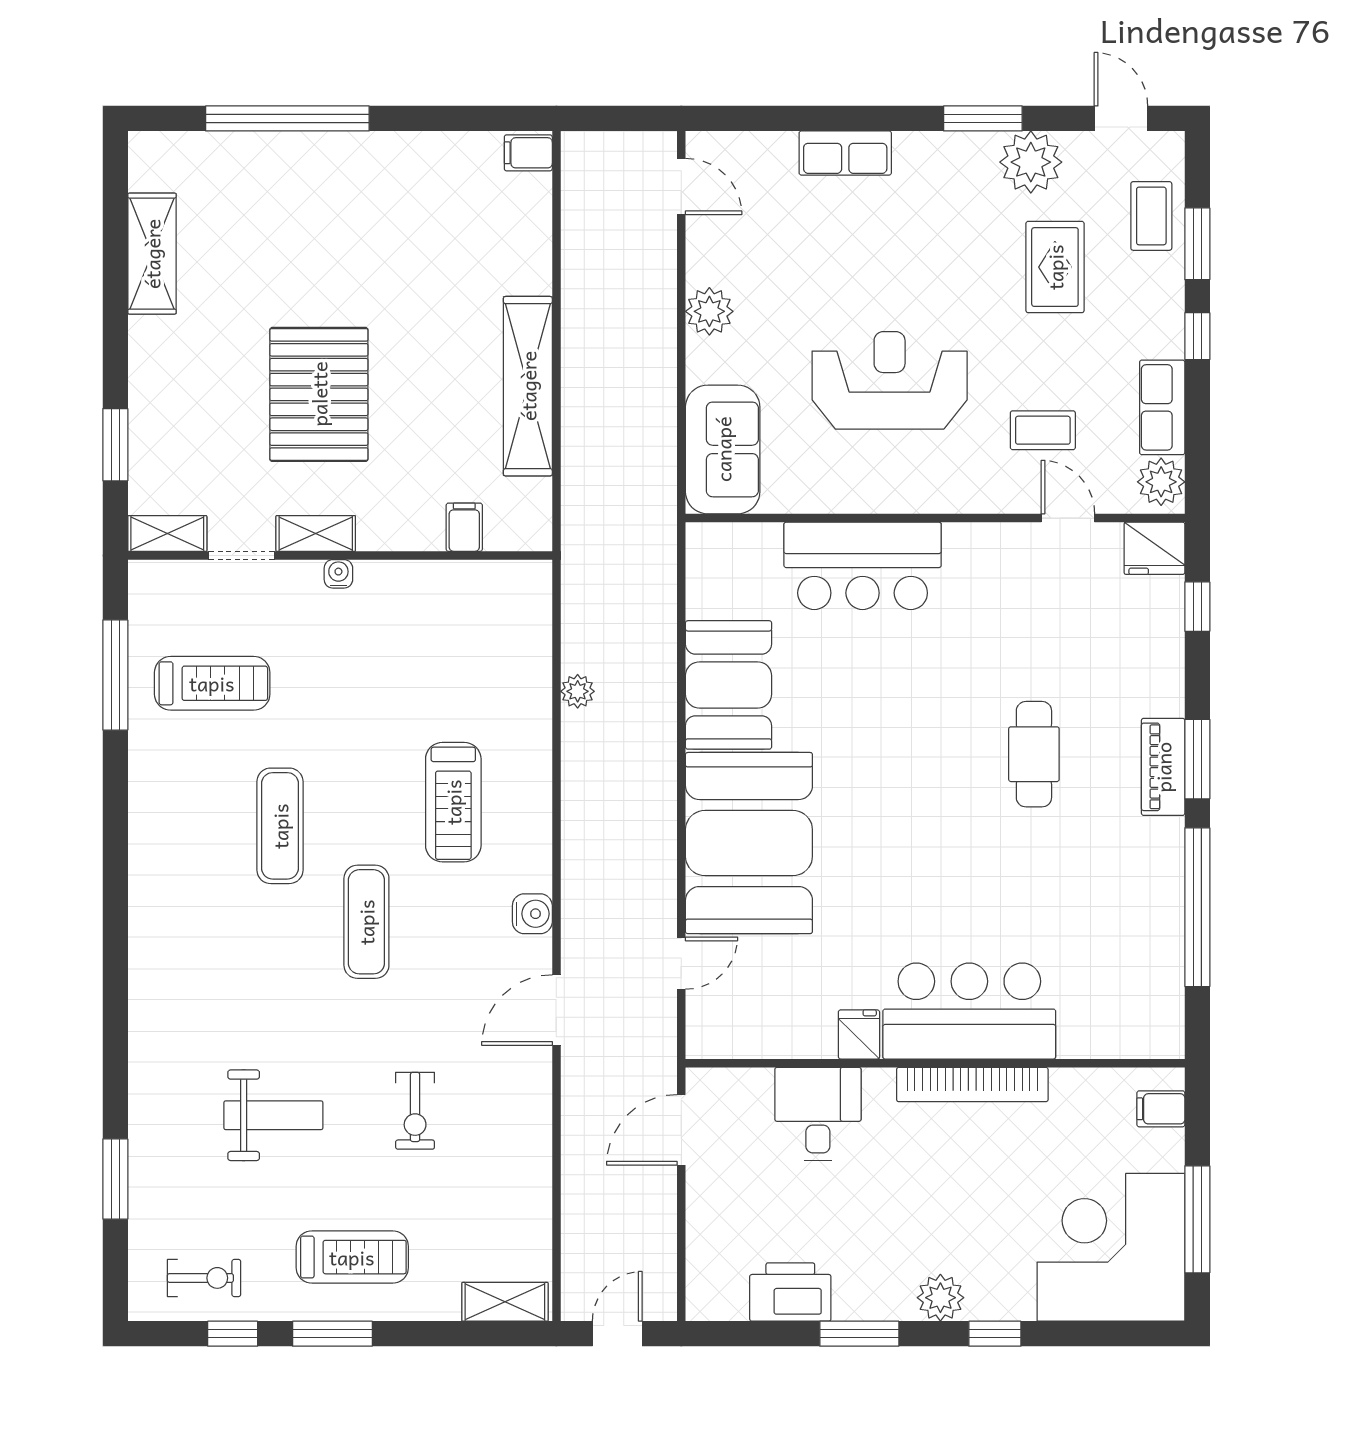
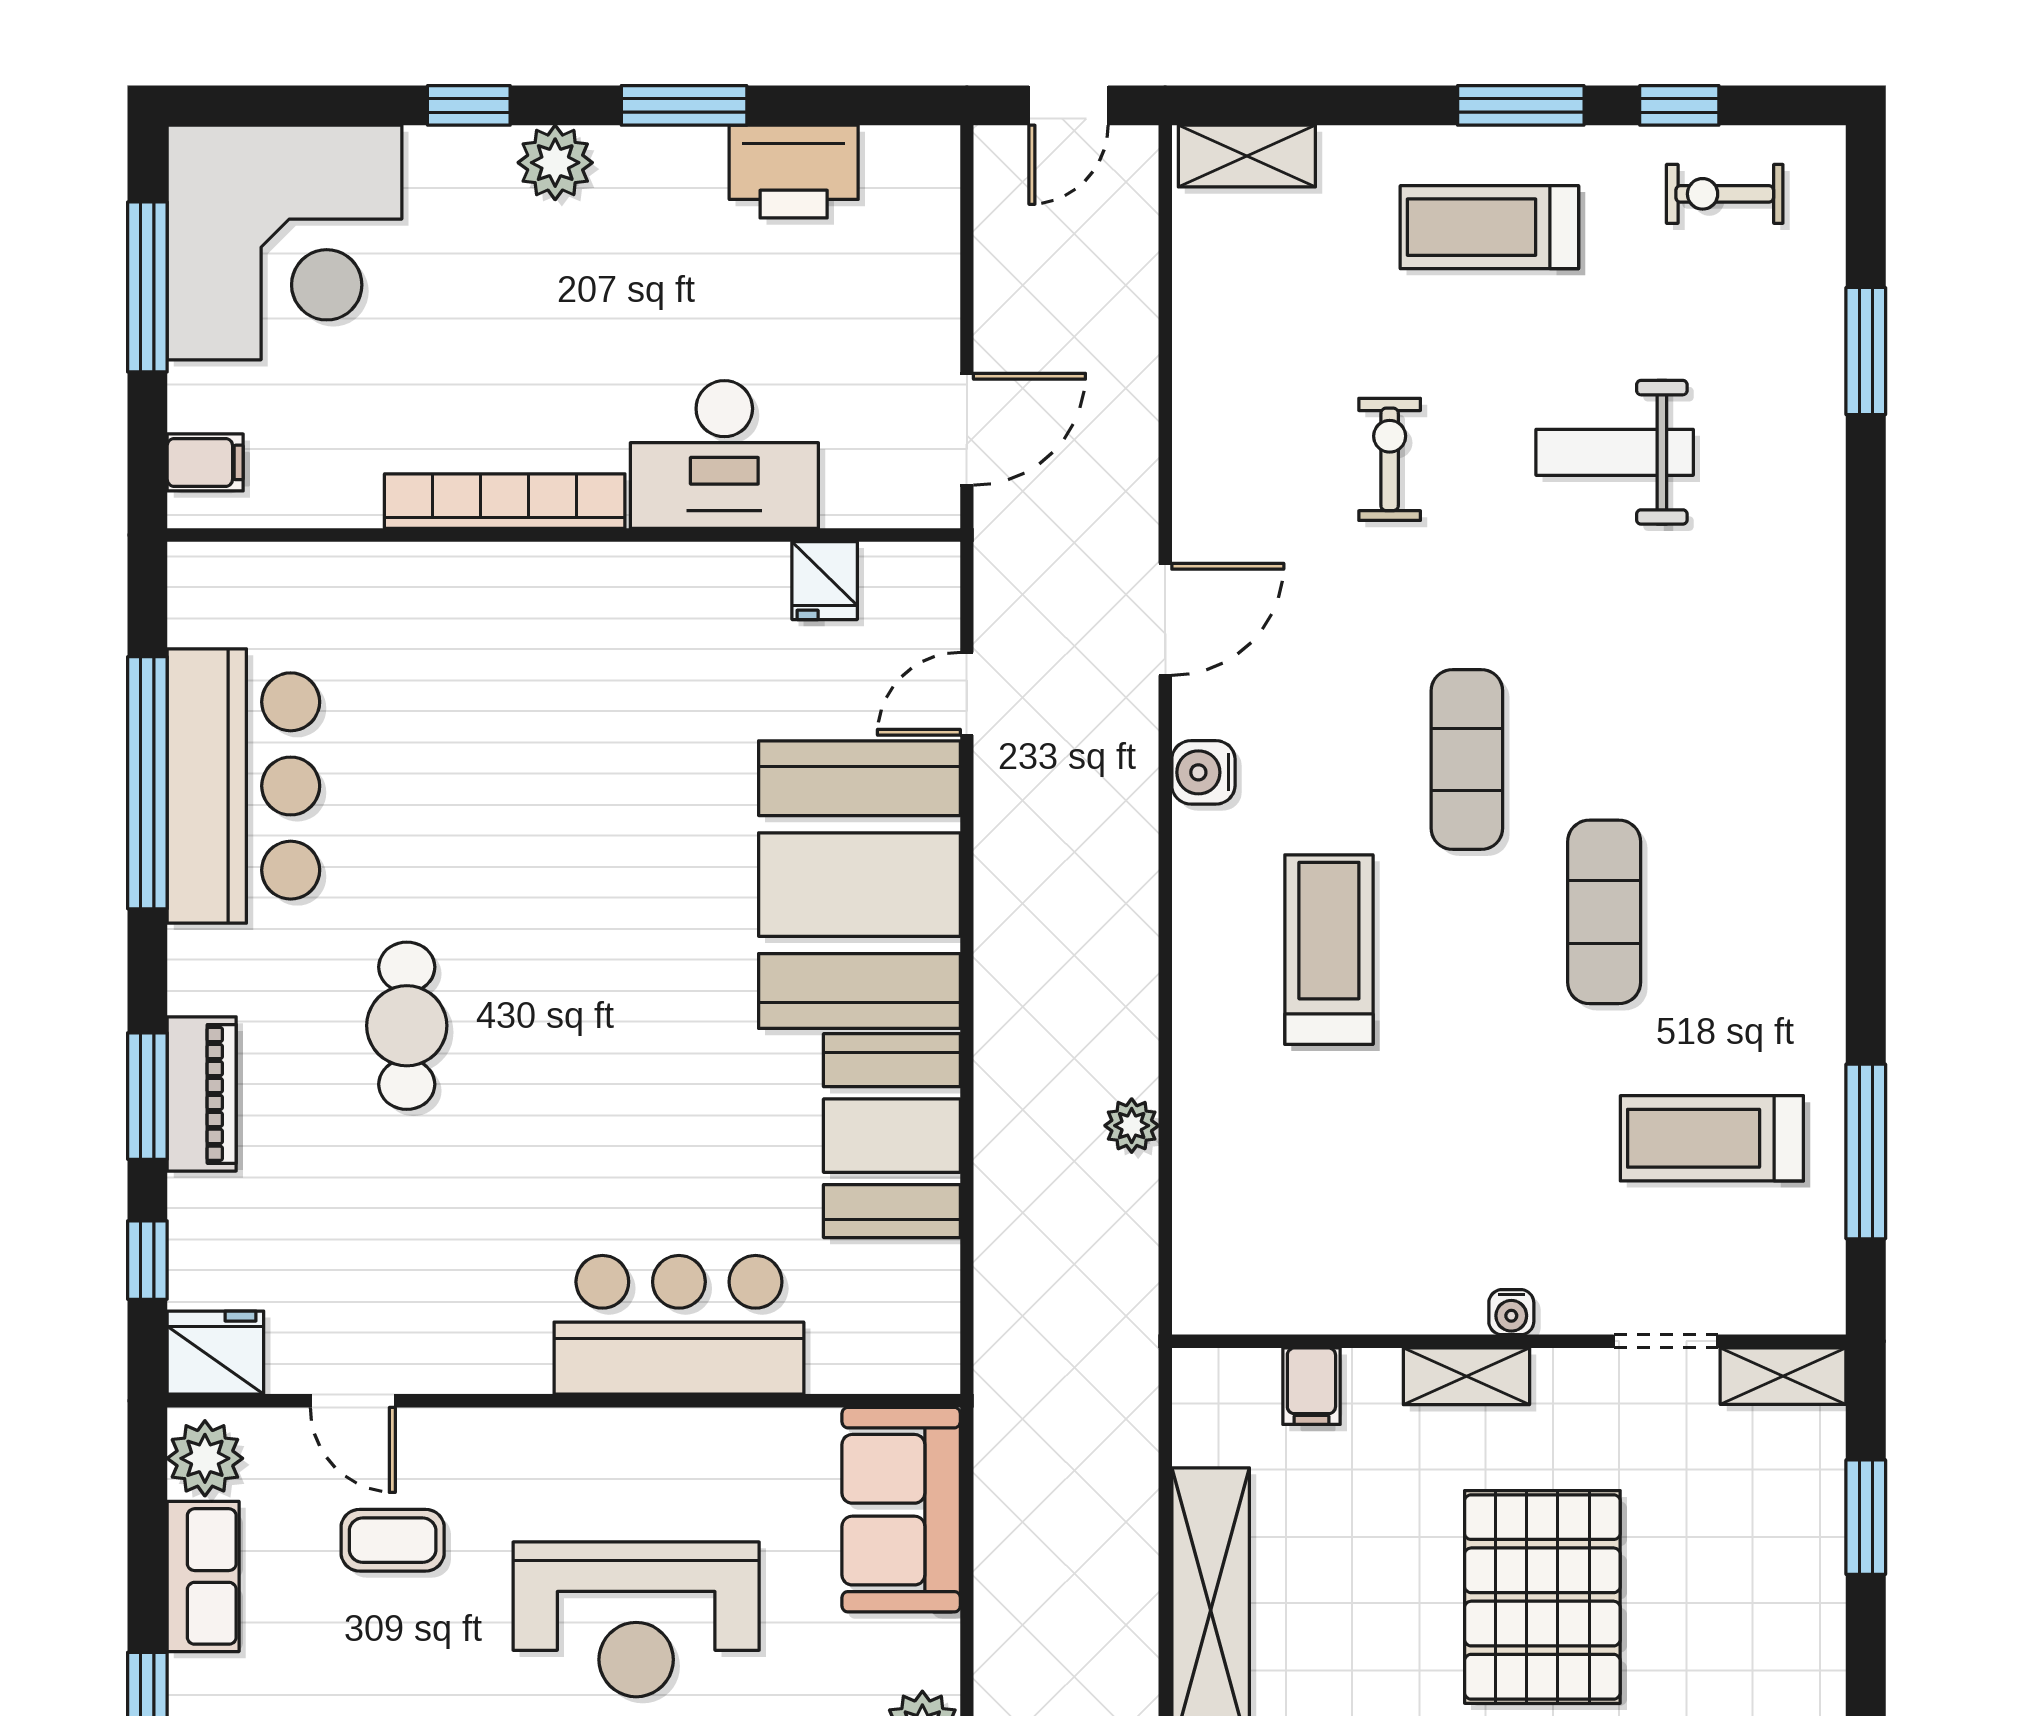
shelving: (316, 533) -> (1466, 1376), moved
window: (1197, 759) -> (147, 1096), moved
piano: (1163, 767) -> (202, 1094), moved
bar counter: (969, 1011) -> (243, 786), moved, turned -90
fridge: (859, 1034) -> (825, 581), moved
desk: (818, 1114) -> (724, 454), width x1.37

